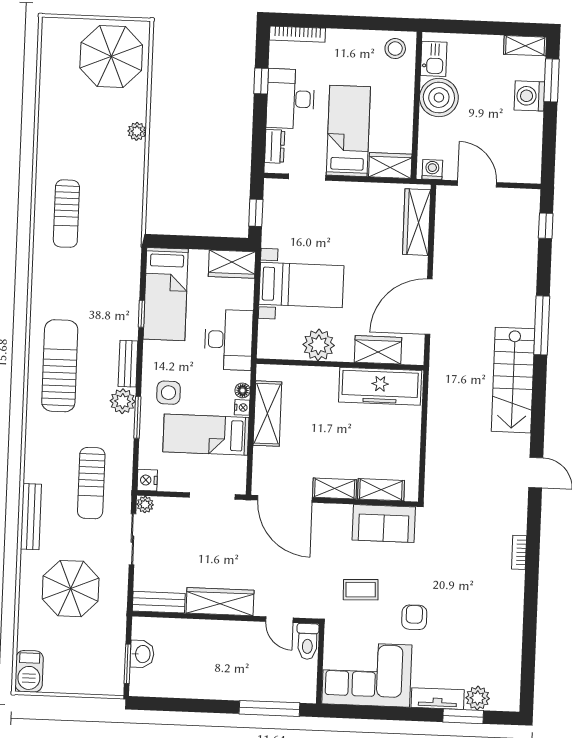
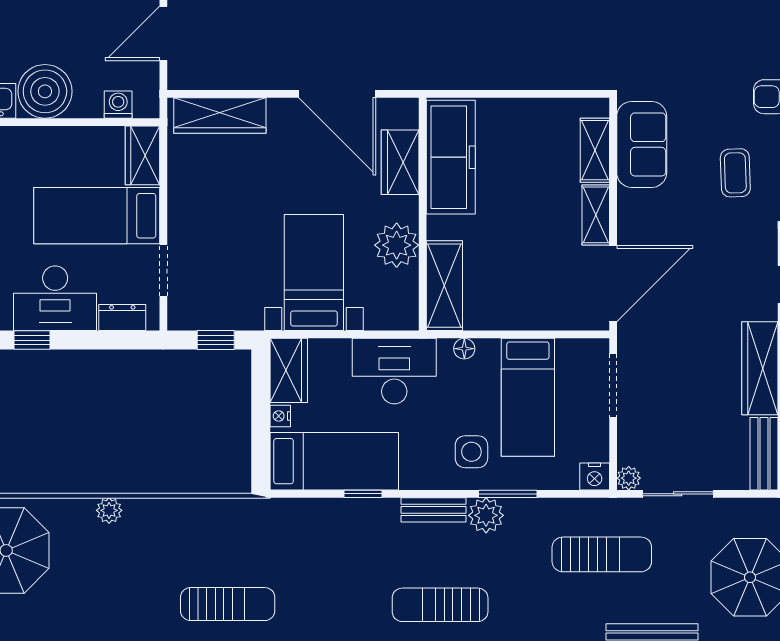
washing machine: (432, 170) -> (118, 105), moved, turned 90
sun lounger: (60, 366) -> (440, 605), width x0.73, depth x0.75
nightstand: (242, 407) -> (280, 416), moved, turned -90
shelving: (267, 414) -> (444, 286), moved, turned 90

